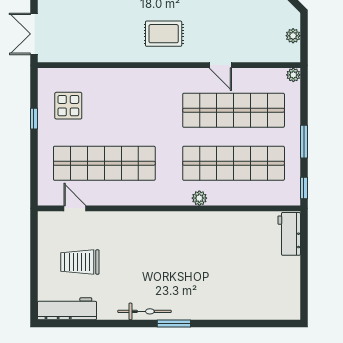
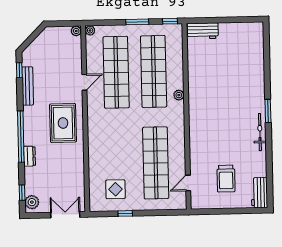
double door: (34, 34) -> (65, 215), swing flipped
rug: (164, 34) -> (63, 123), width x1.36, depth x1.43
plant: (293, 36) -> (76, 31), moved
workbench: (67, 309) -> (259, 193), width x0.73

